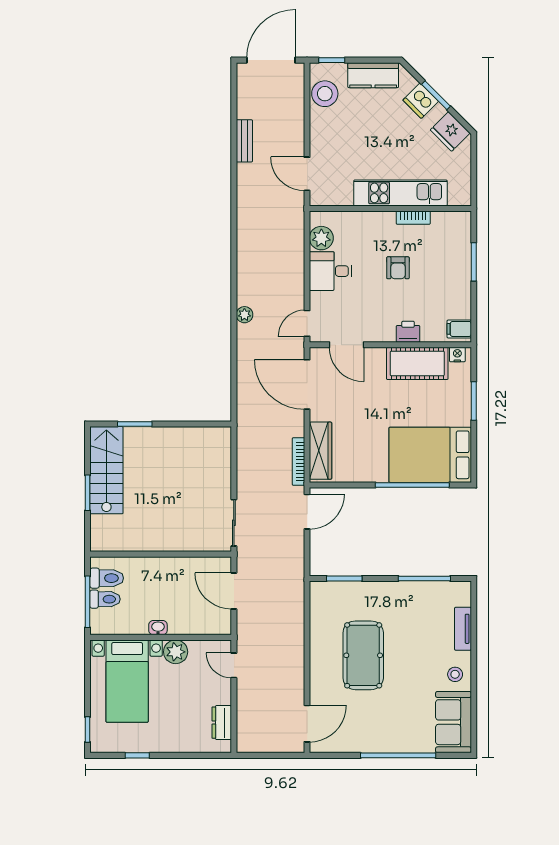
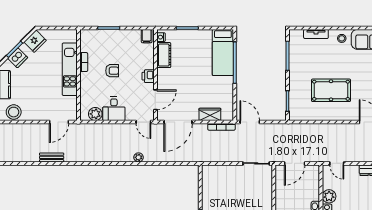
bench: (244, 141) -> (52, 157), moved
printer: (408, 332) -> (148, 76), moved
cot: (417, 363) -> (164, 55), width x0.73, depth x0.75
wardrobe: (321, 451) -> (210, 114), width x0.67
bed: (430, 455) -> (223, 52), width x0.67
door: (234, 665) -> (337, 163), hinge flipped

